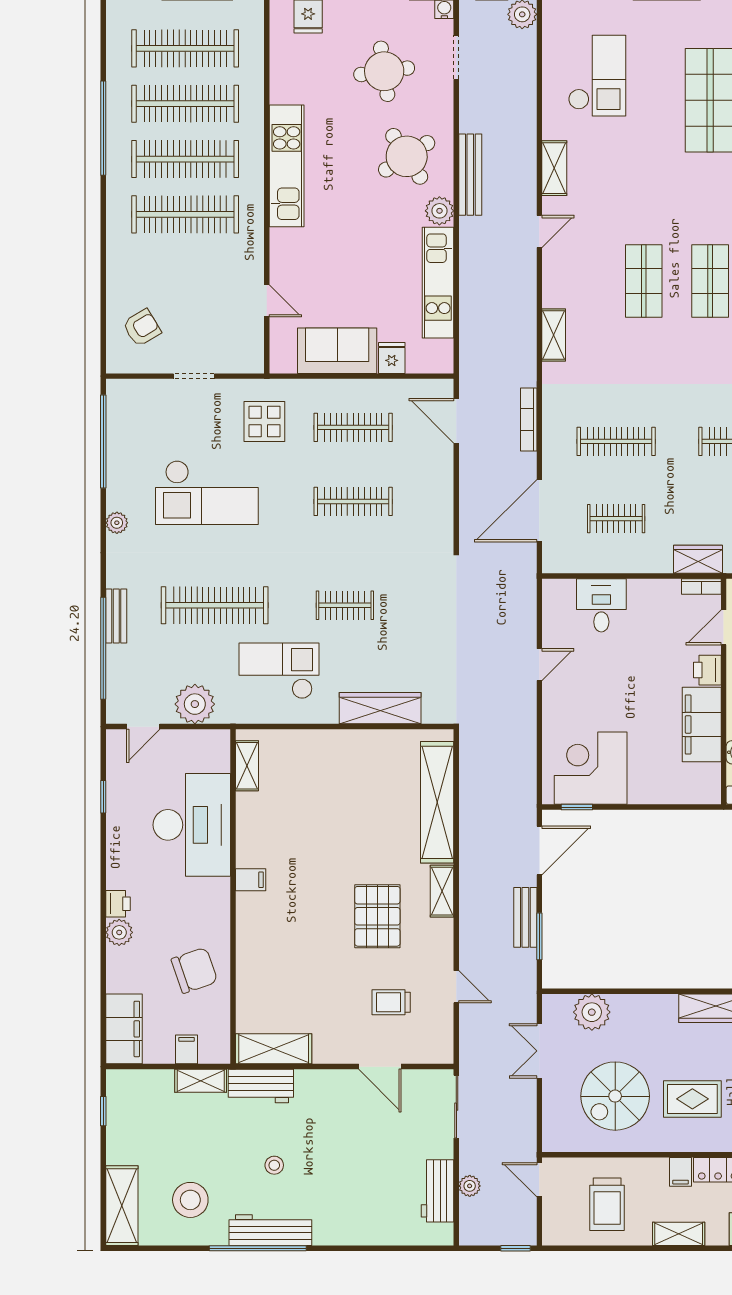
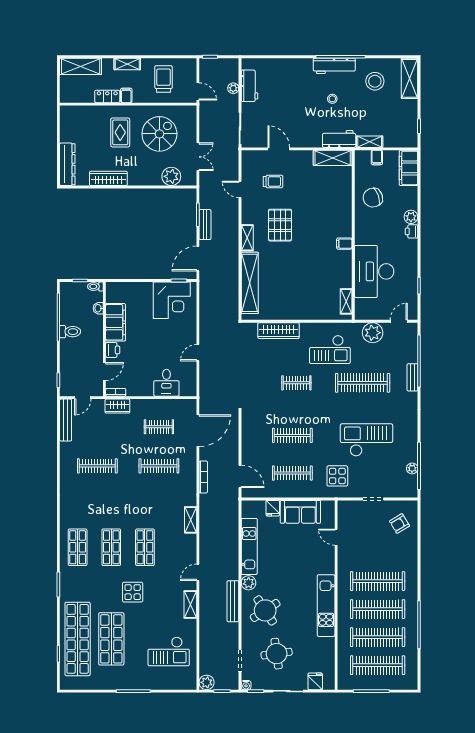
checkout: (597, 76) -> (169, 651), turned -90
display table: (668, 192) -> (133, 592), added
plant: (117, 523) -> (412, 468), moved
rug: (692, 1099) -> (120, 132), turned 90

